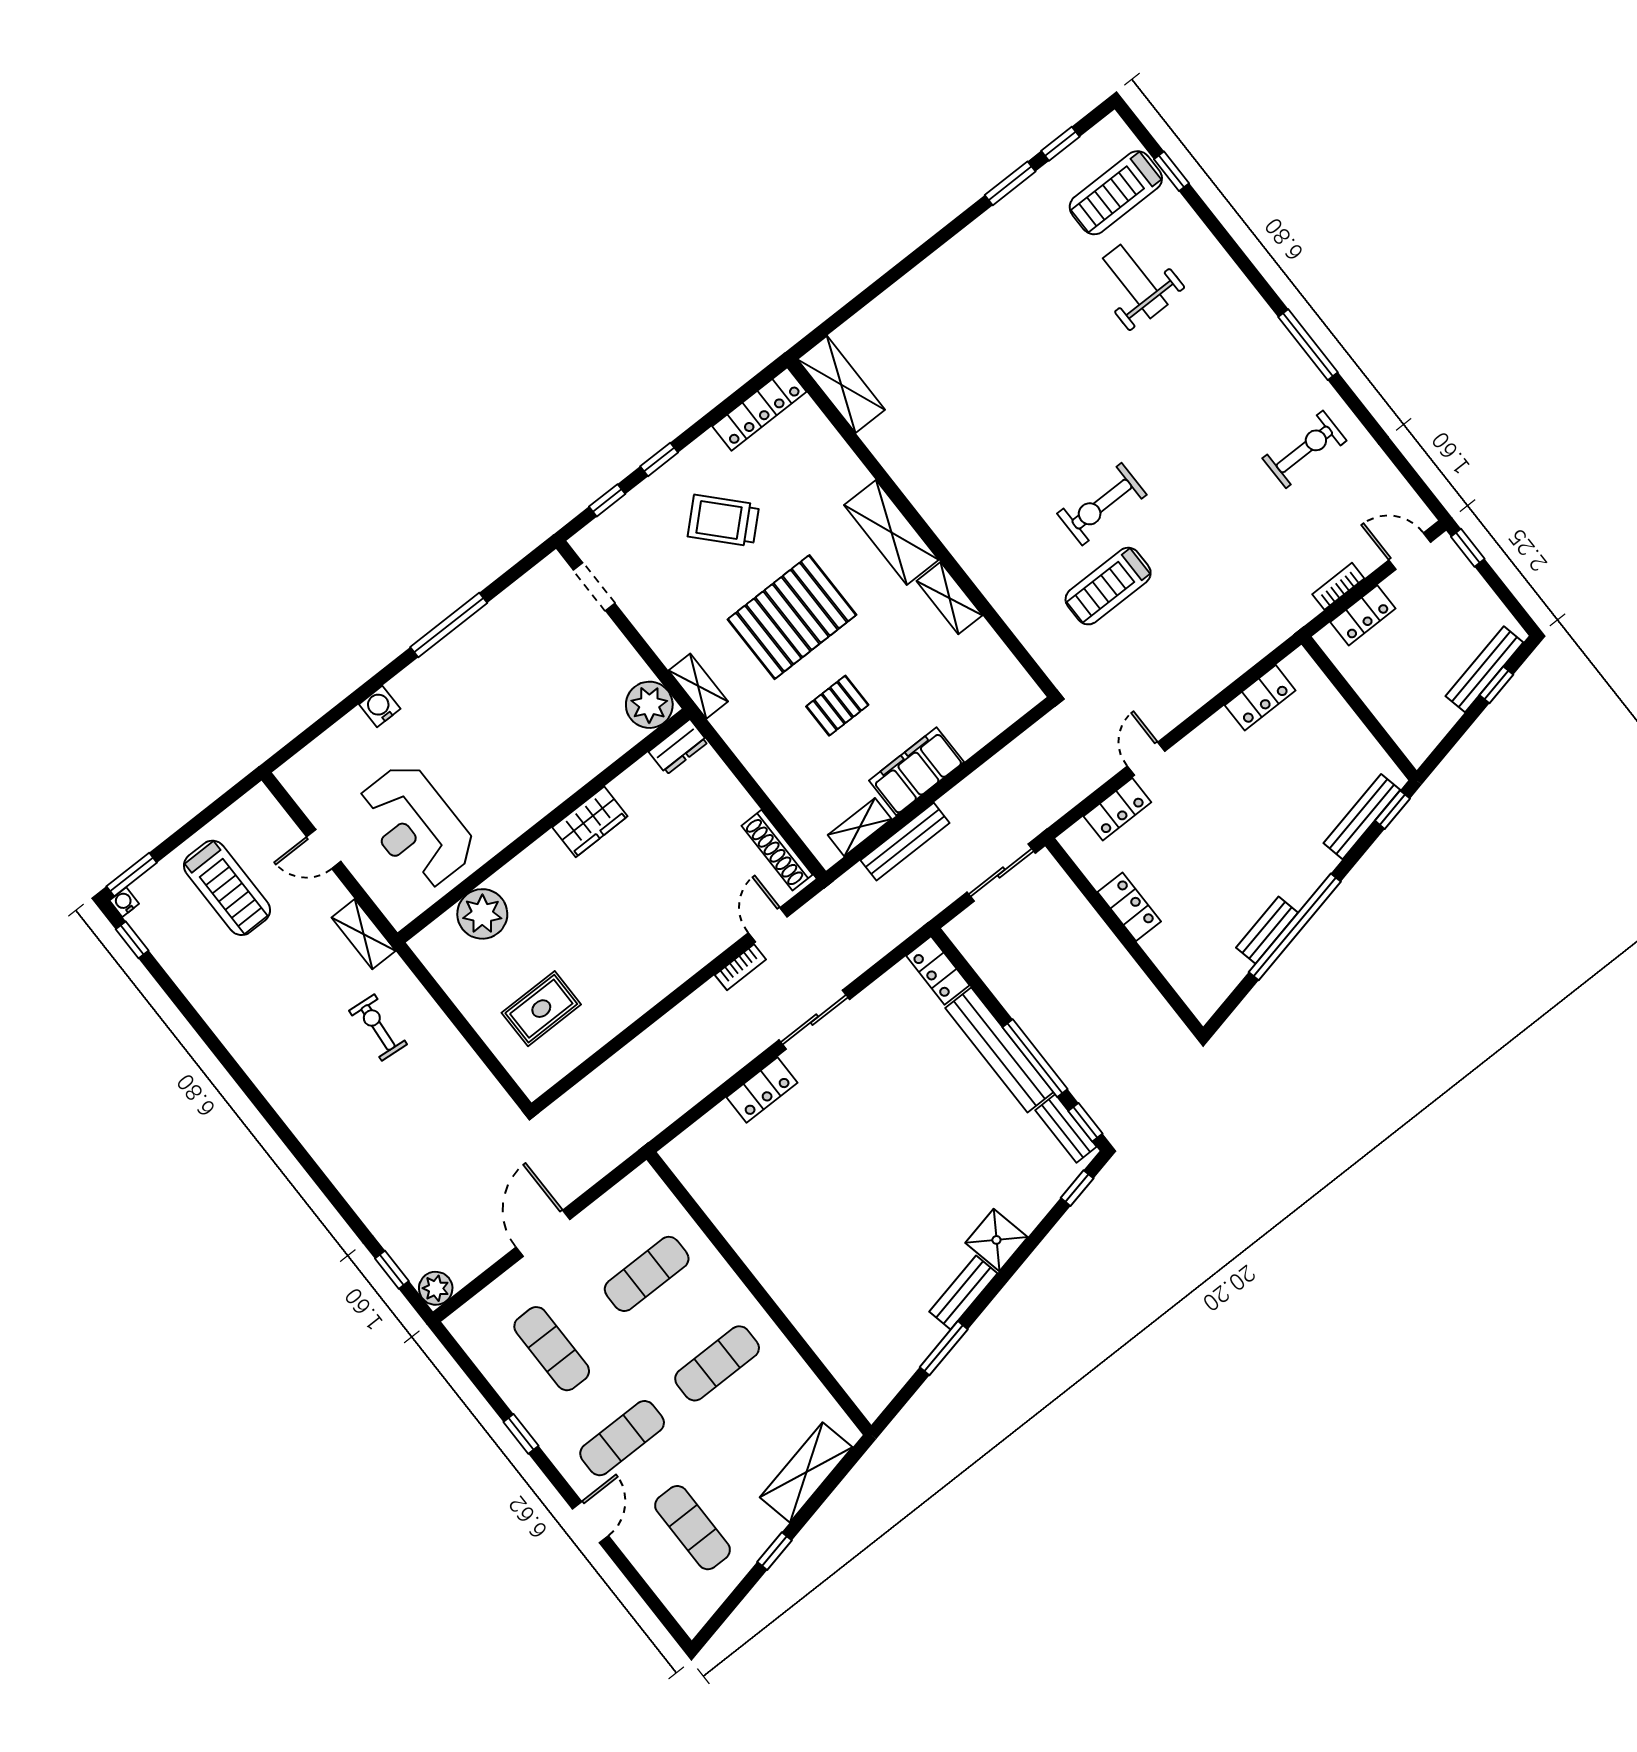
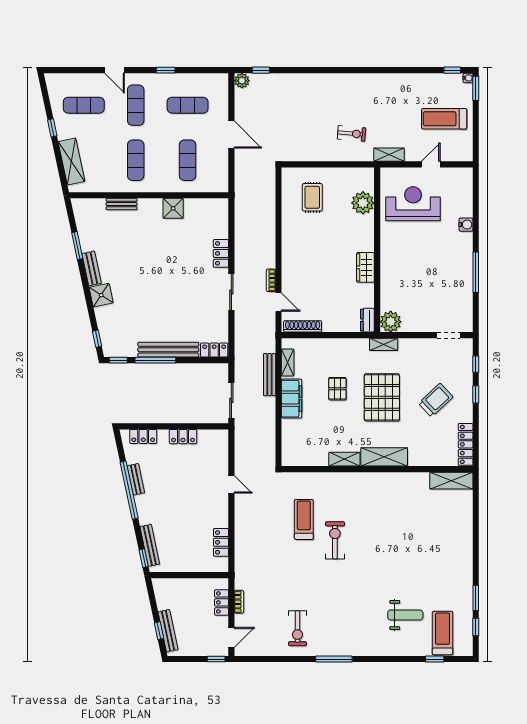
locker: (1117, 809) -> (143, 436), moved, turned -90
bench: (1066, 1129) -> (122, 204), moved
shower: (749, 1234) -> (173, 208), added

